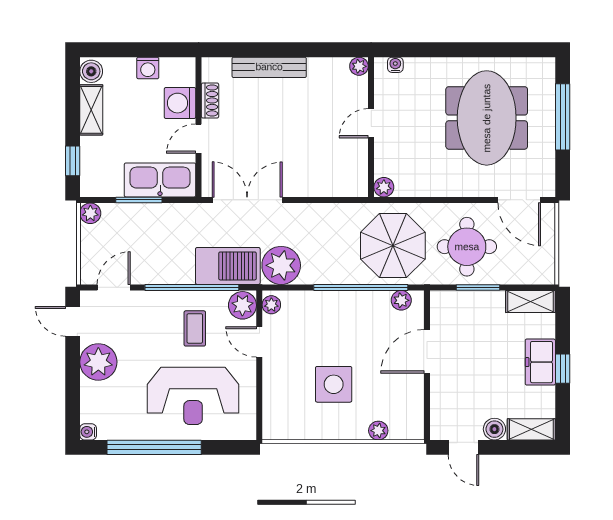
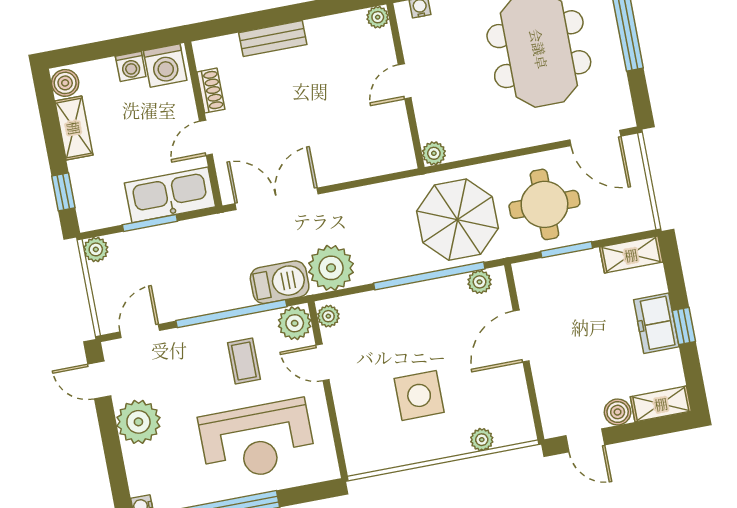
bench: (269, 67) -> (273, 39), width x0.73
washing machine: (180, 103) -> (165, 66), moved, turned -90
barbecue: (228, 266) -> (280, 282), width x0.73, depth x0.83

